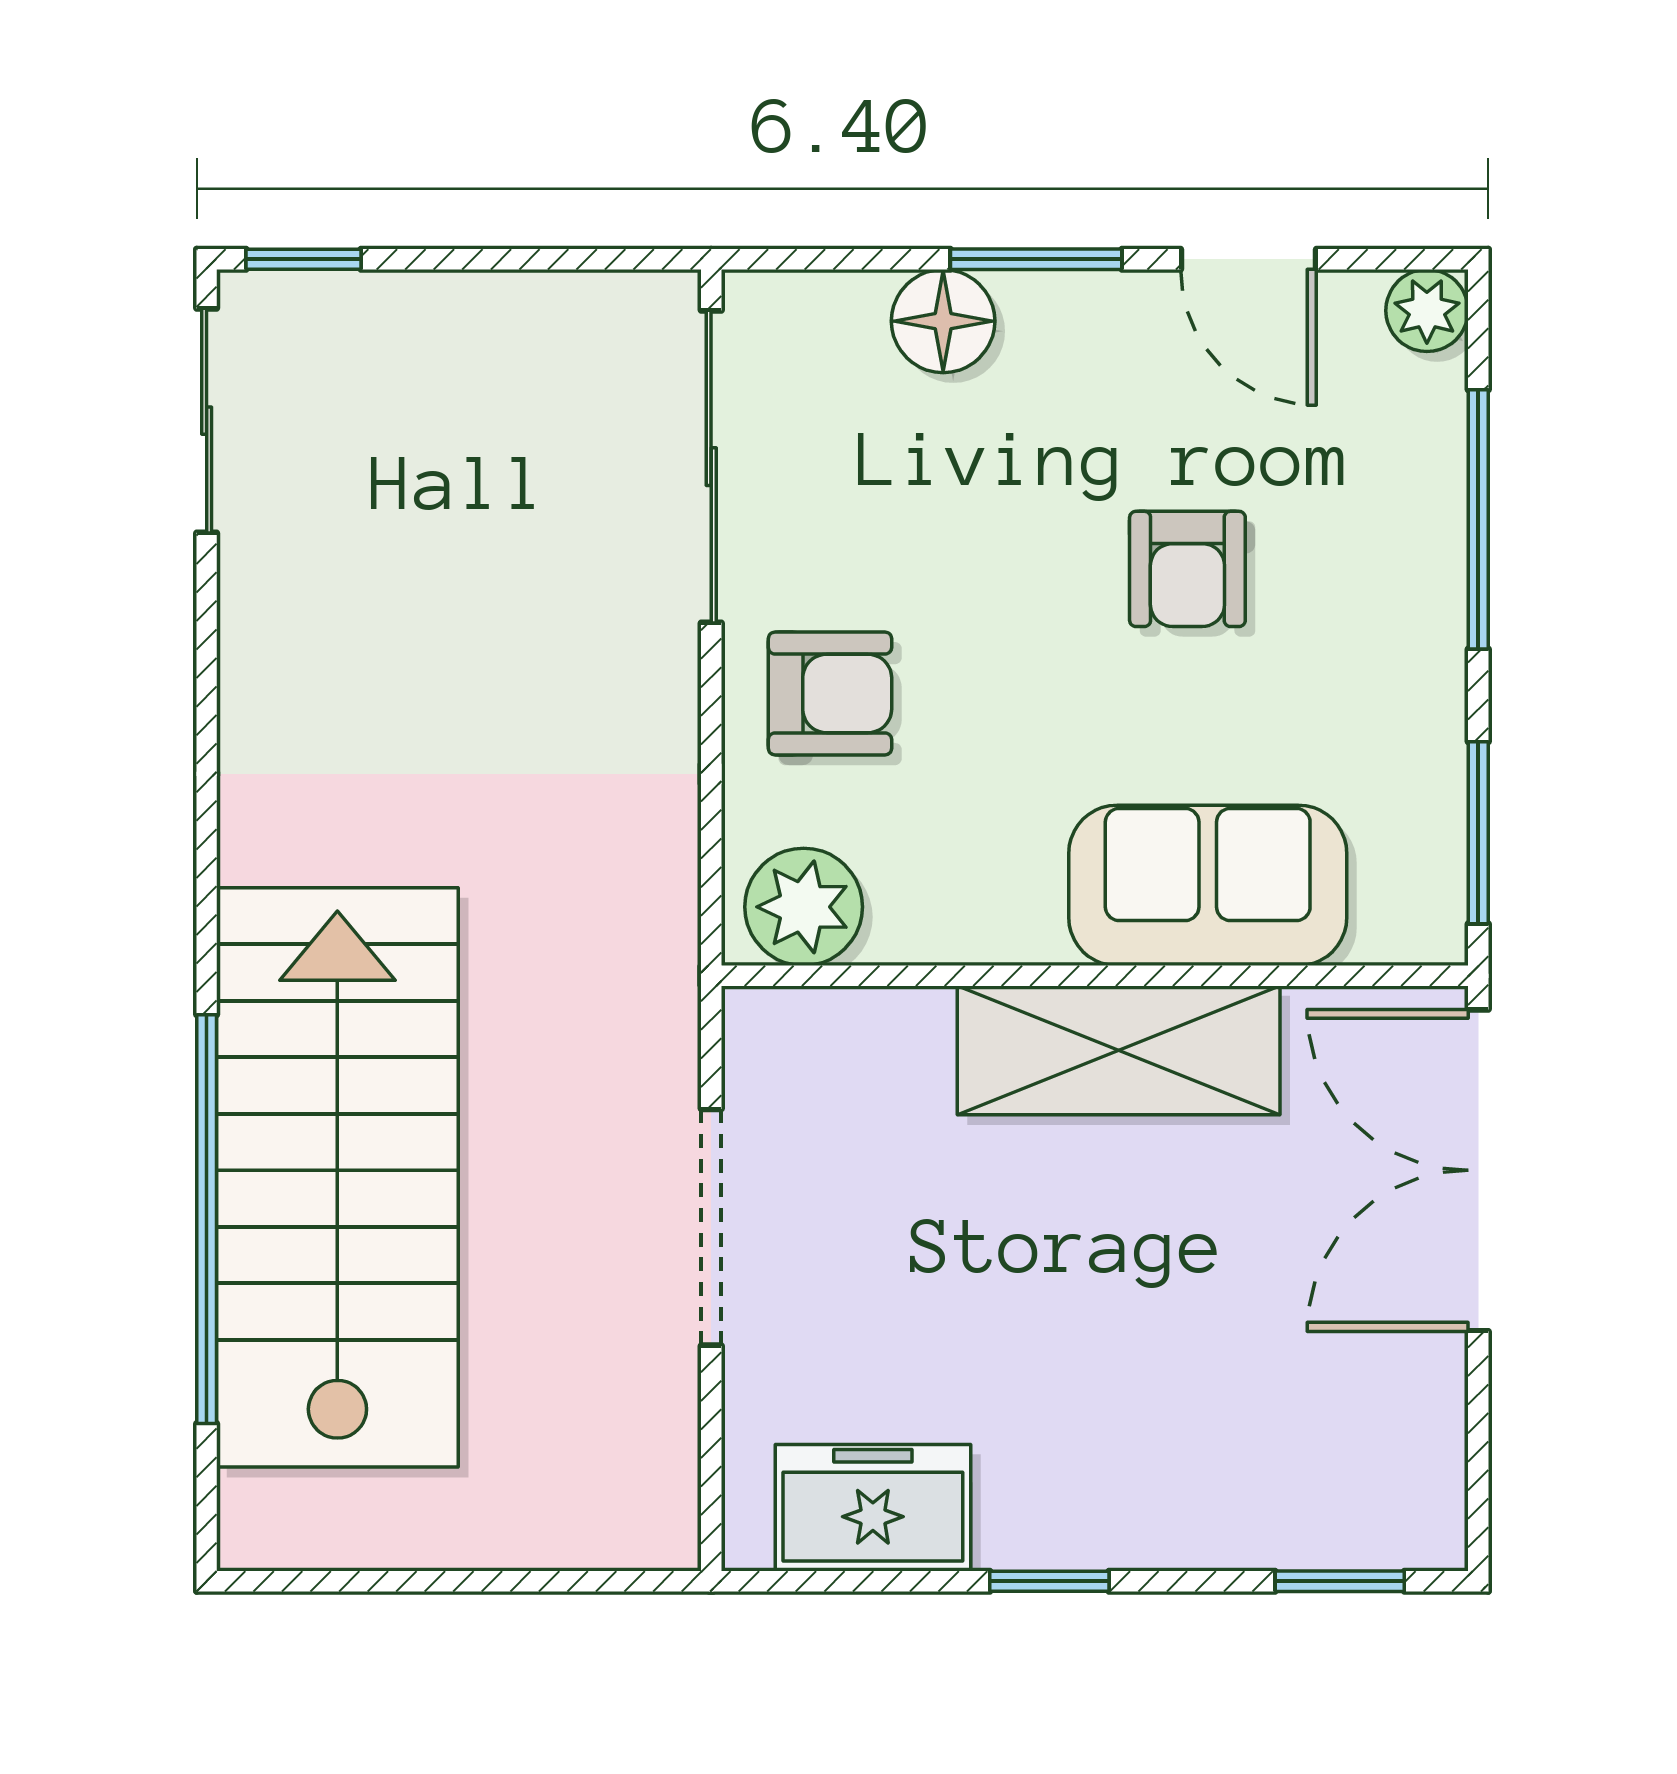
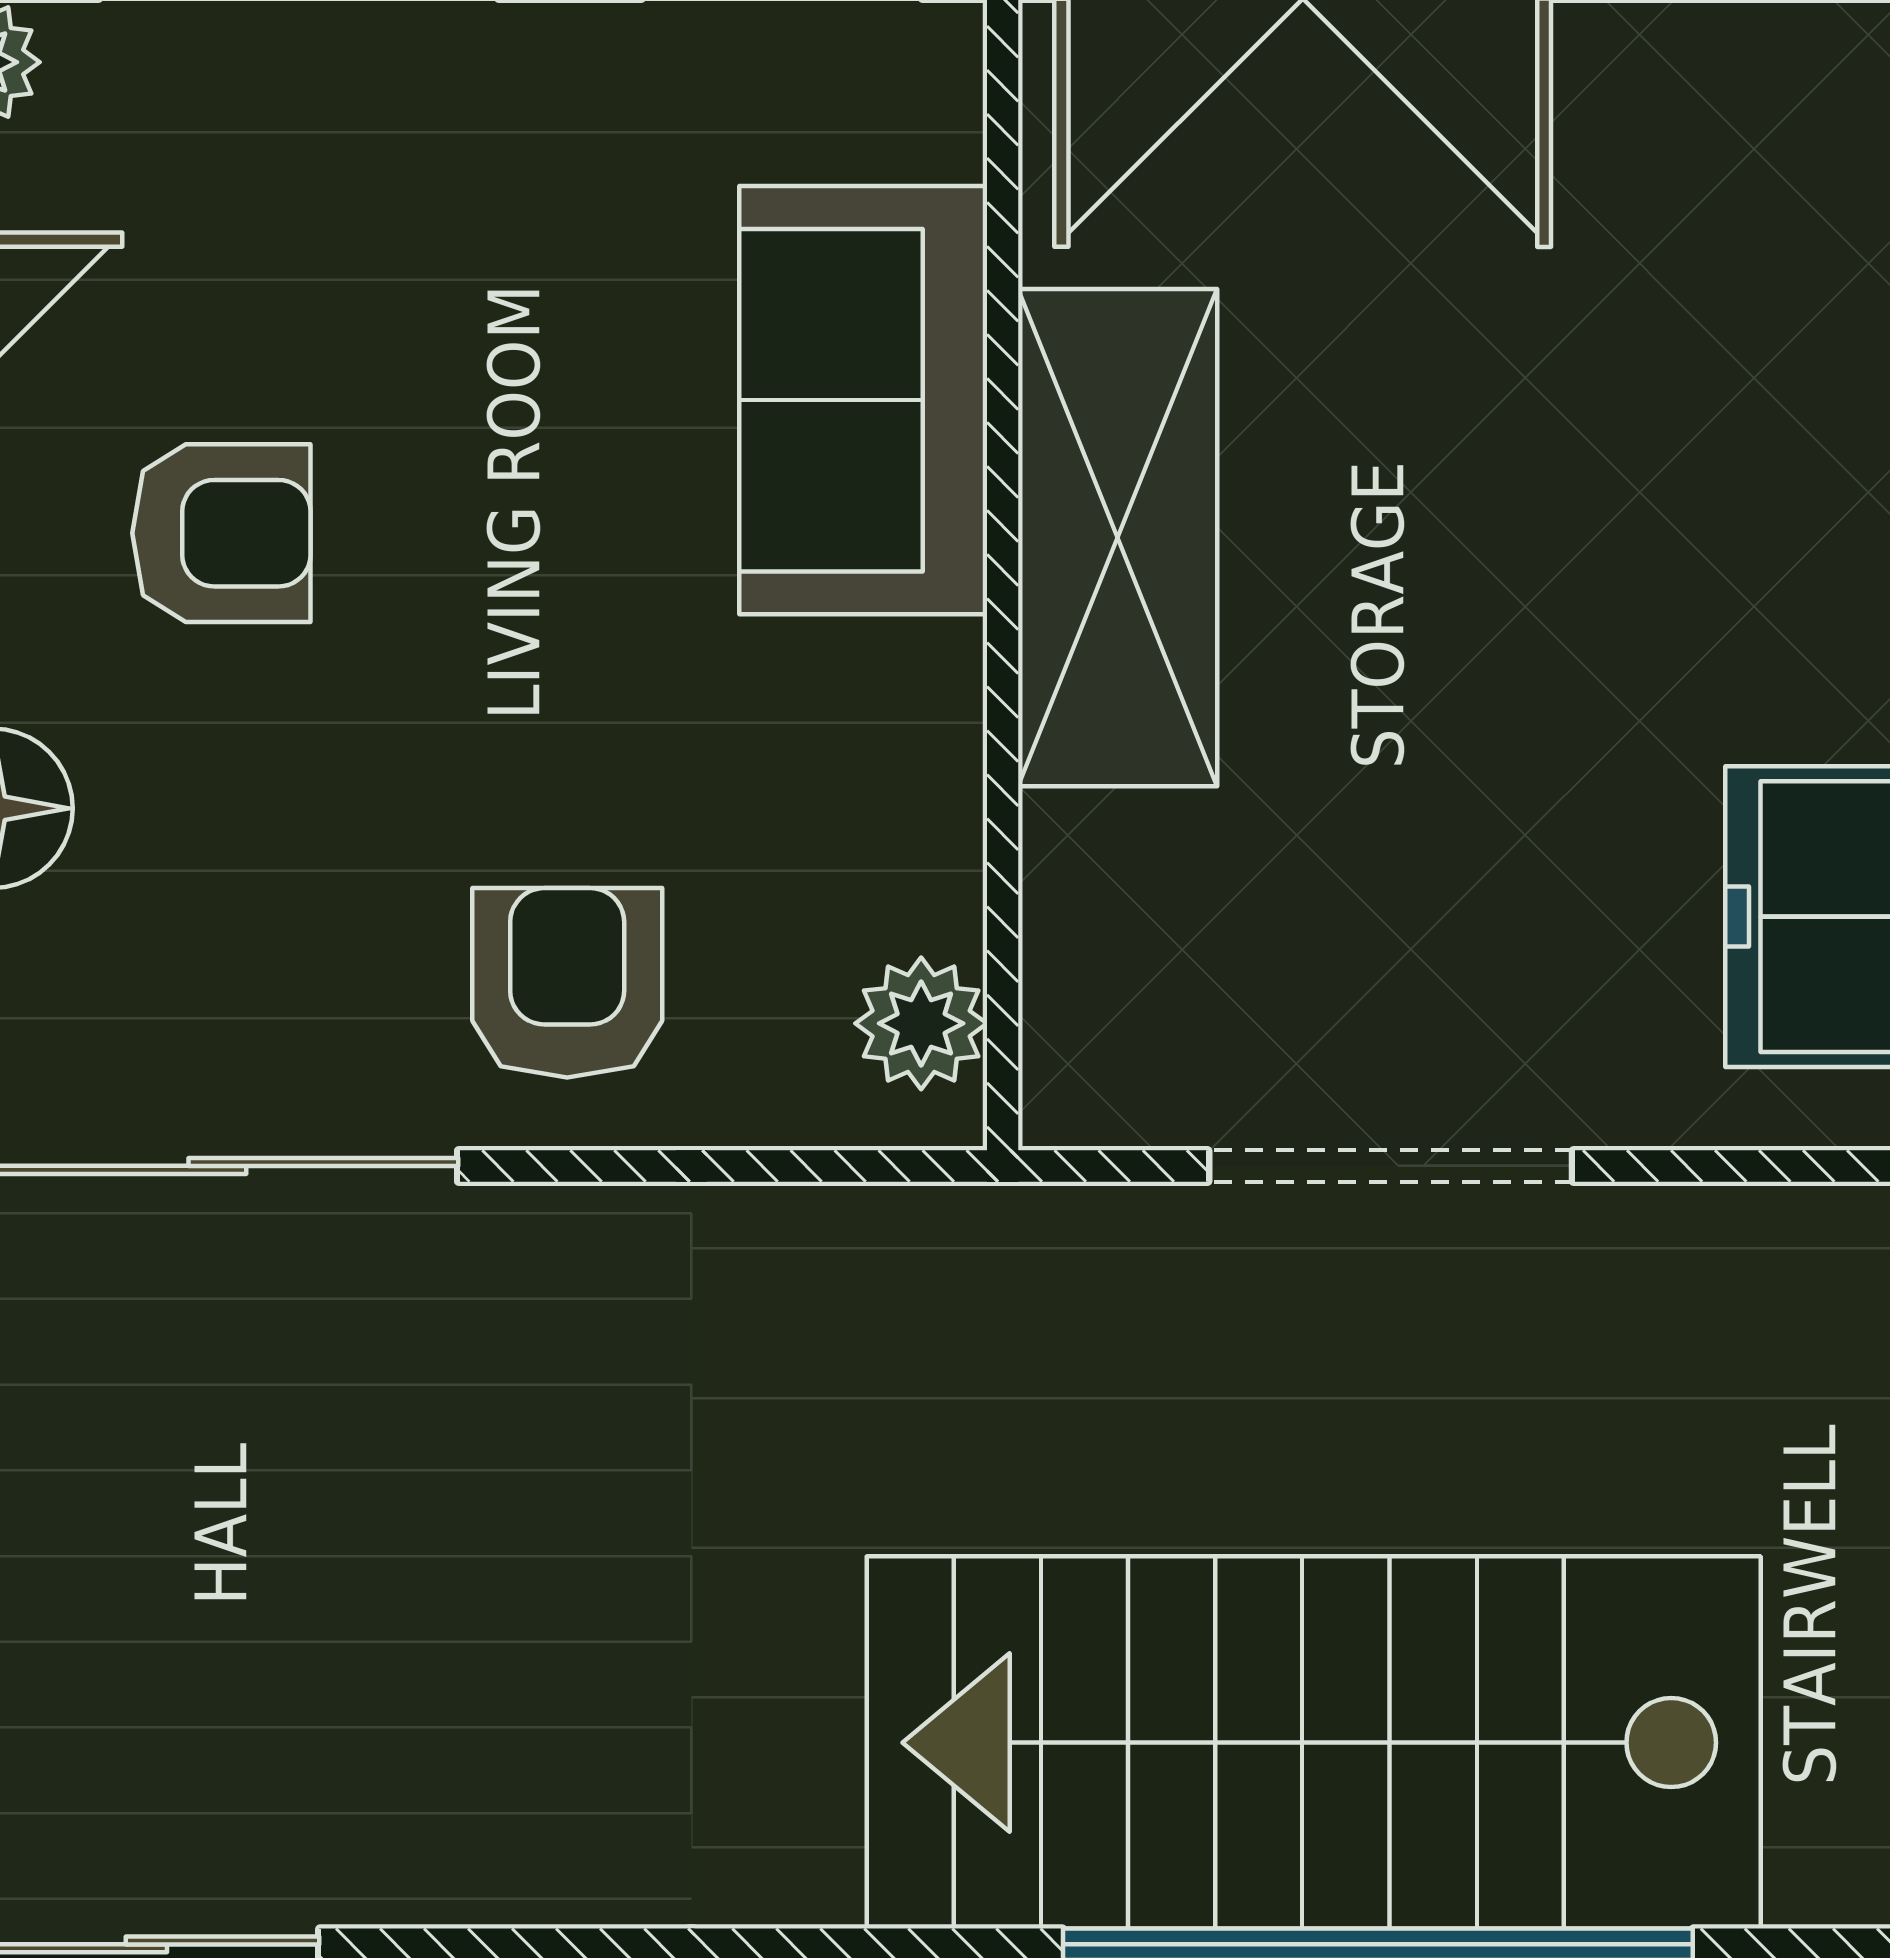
armchair: (1187, 569) -> (221, 533), moved
plant: (804, 907) -> (921, 1023), width x0.73, depth x0.73

